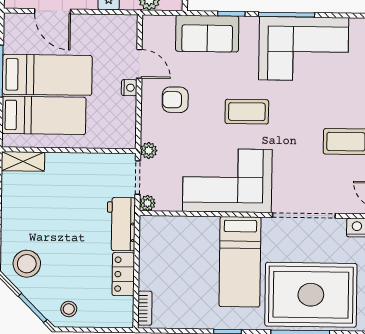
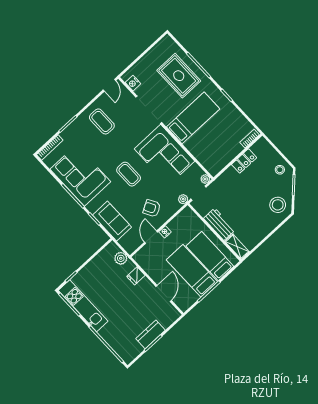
armchair: (175, 100) -> (152, 208), turned 151
workbench: (121, 224) -> (219, 224), moved, turned -90
rug: (311, 295) -> (179, 76), width x0.73, depth x0.69

